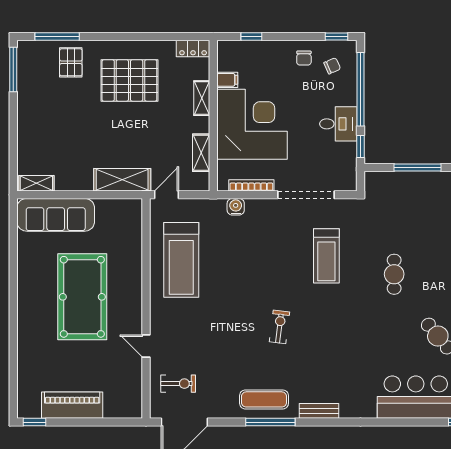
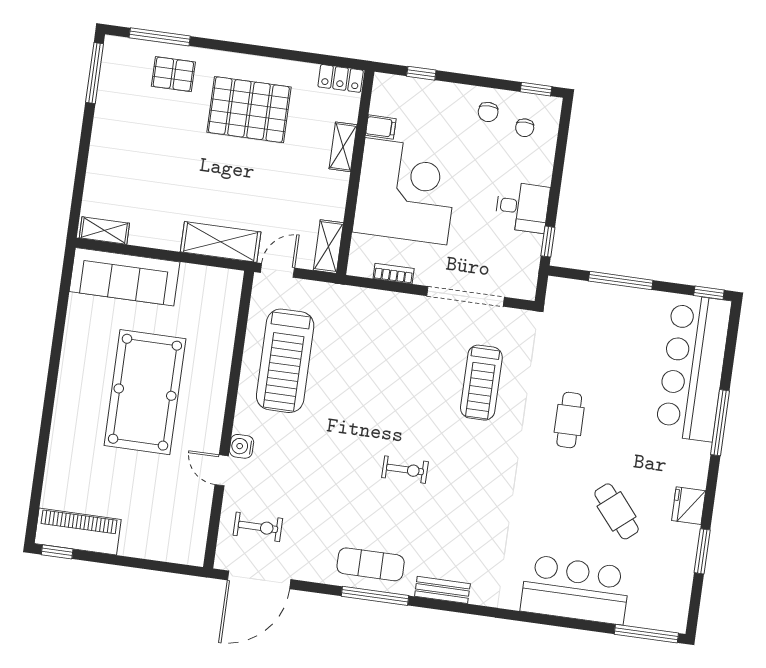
pallet: (71, 62) -> (173, 74), turned 90
chair: (332, 66) -> (525, 128), turned 114
window: (361, 89) -> (559, 165), removed
shelving: (201, 153) -> (328, 247), moved
bookcase: (251, 185) -> (394, 274), width x0.64
water cooler: (236, 207) -> (242, 446), moved, turned -90
exercise bike: (280, 327) -> (405, 470), turned 83
piano: (72, 405) -> (78, 531), moved

